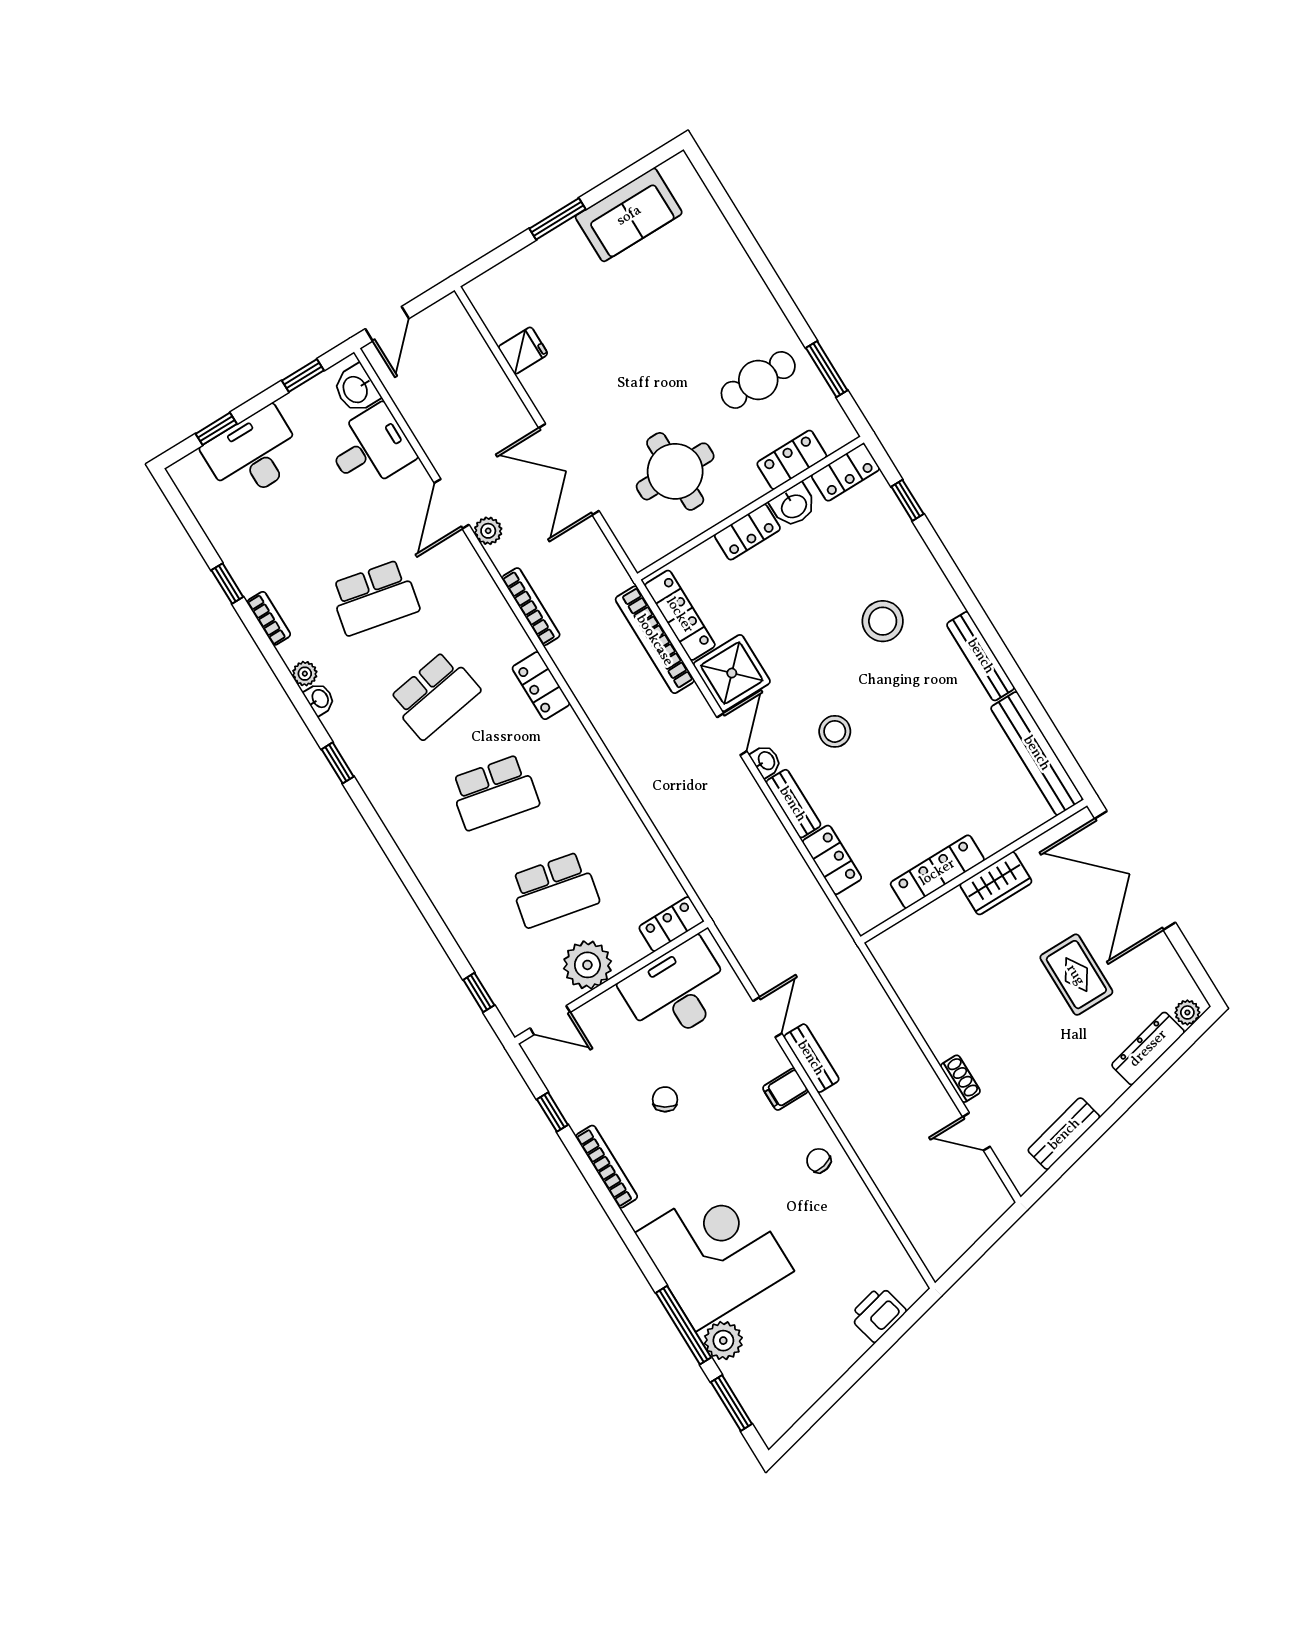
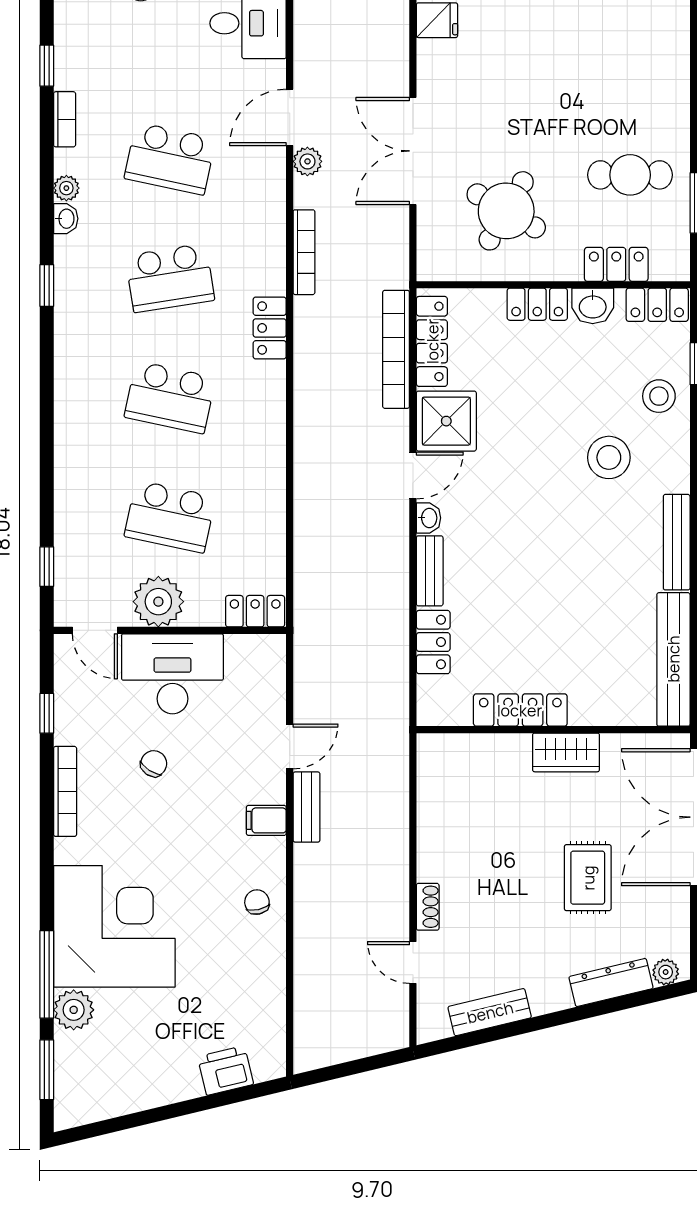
round table: (675, 471) -> (506, 211), turned 30
stool: (835, 731) -> (659, 396), moved
desk: (677, 991) -> (172, 674), moved

